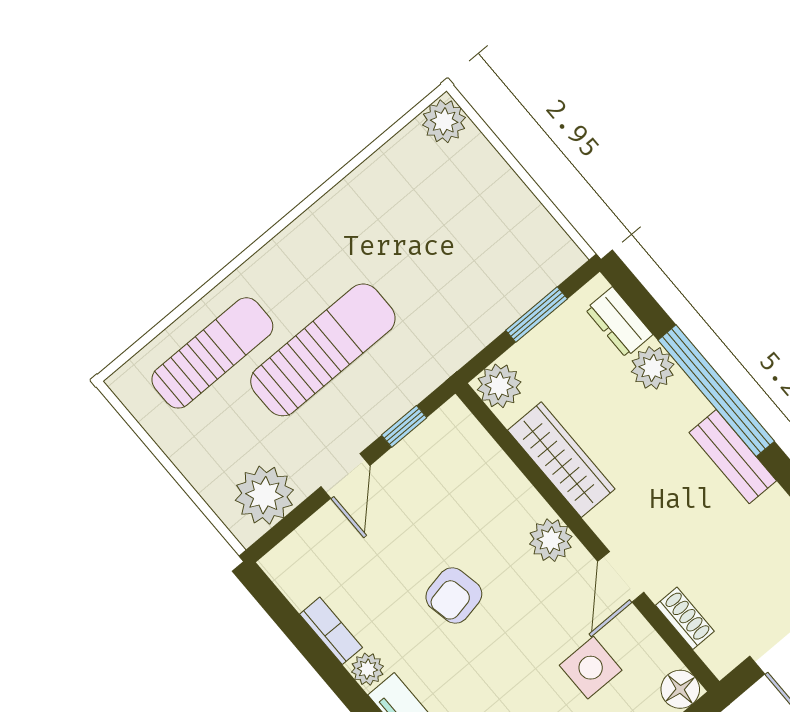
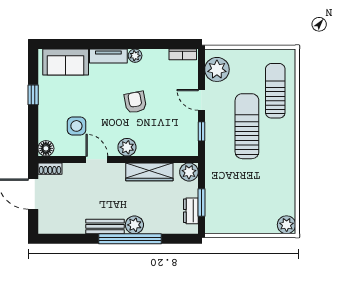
dresser: (619, 322) -> (191, 211), moved, turned -90
sun lounger: (323, 350) -> (247, 126), turned 180
sun lounger: (212, 353) -> (275, 91), turned 180
plant: (653, 368) -> (134, 225), moved
shoe rack: (685, 618) -> (50, 169), moved
bookcase: (331, 631) -> (183, 54), moved

